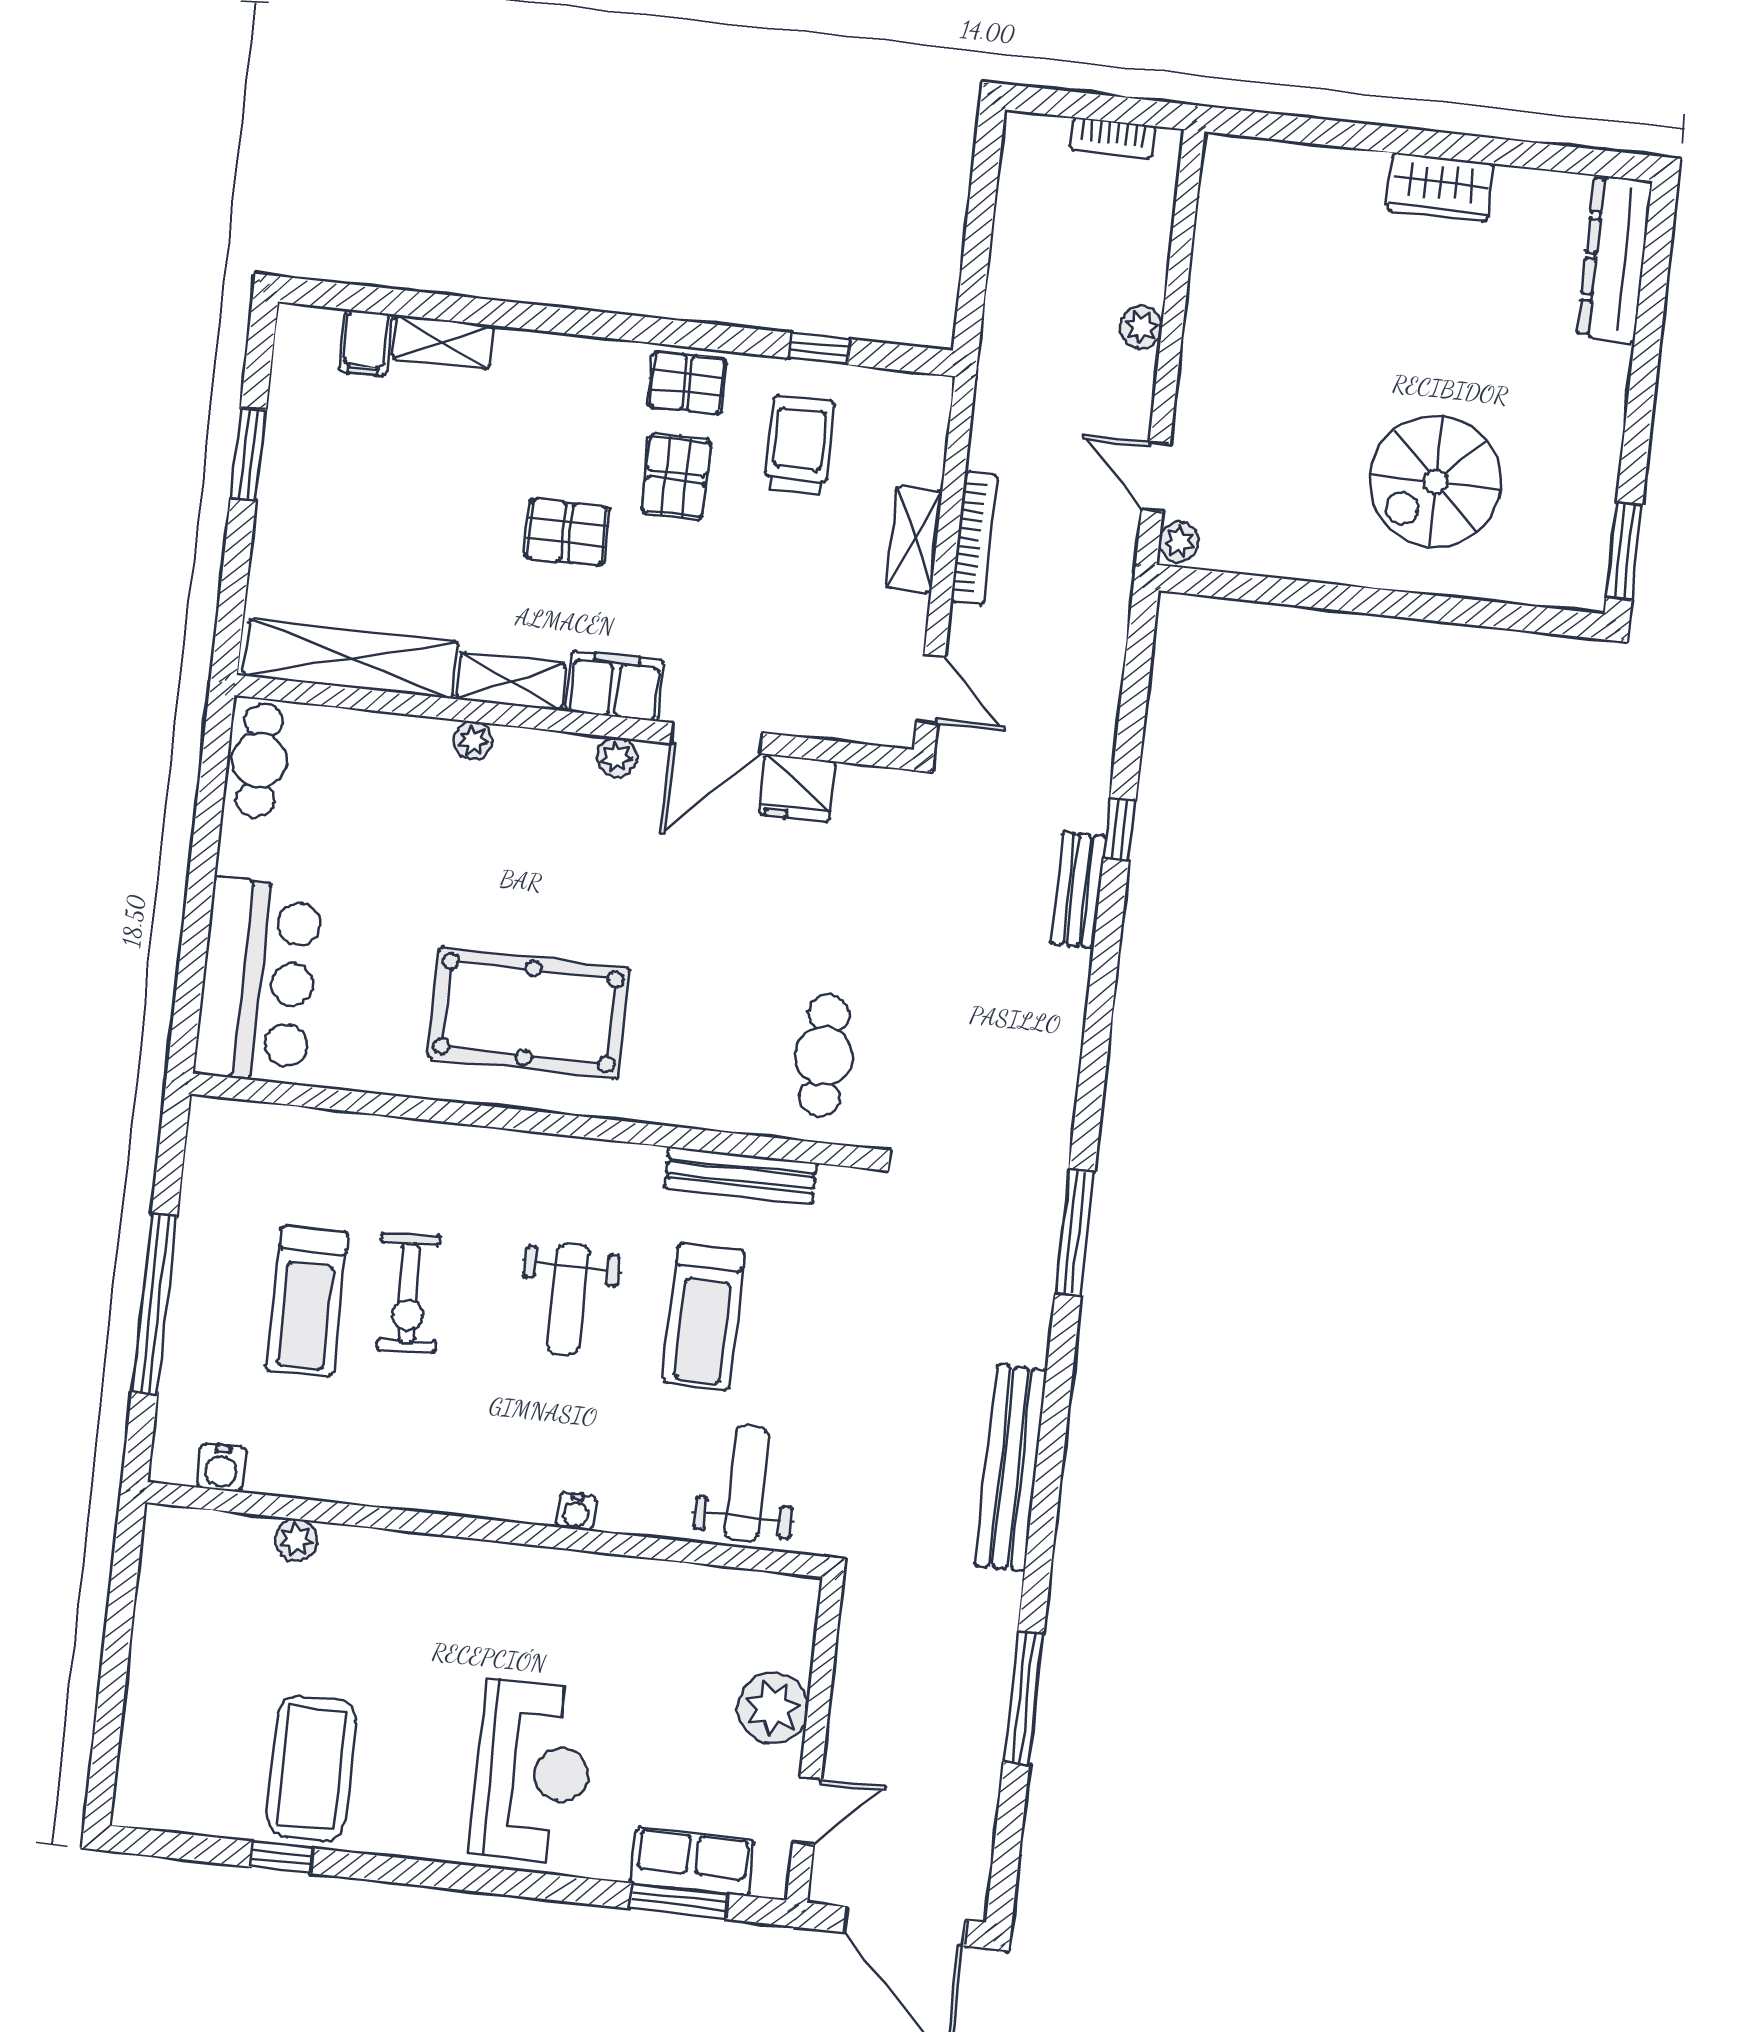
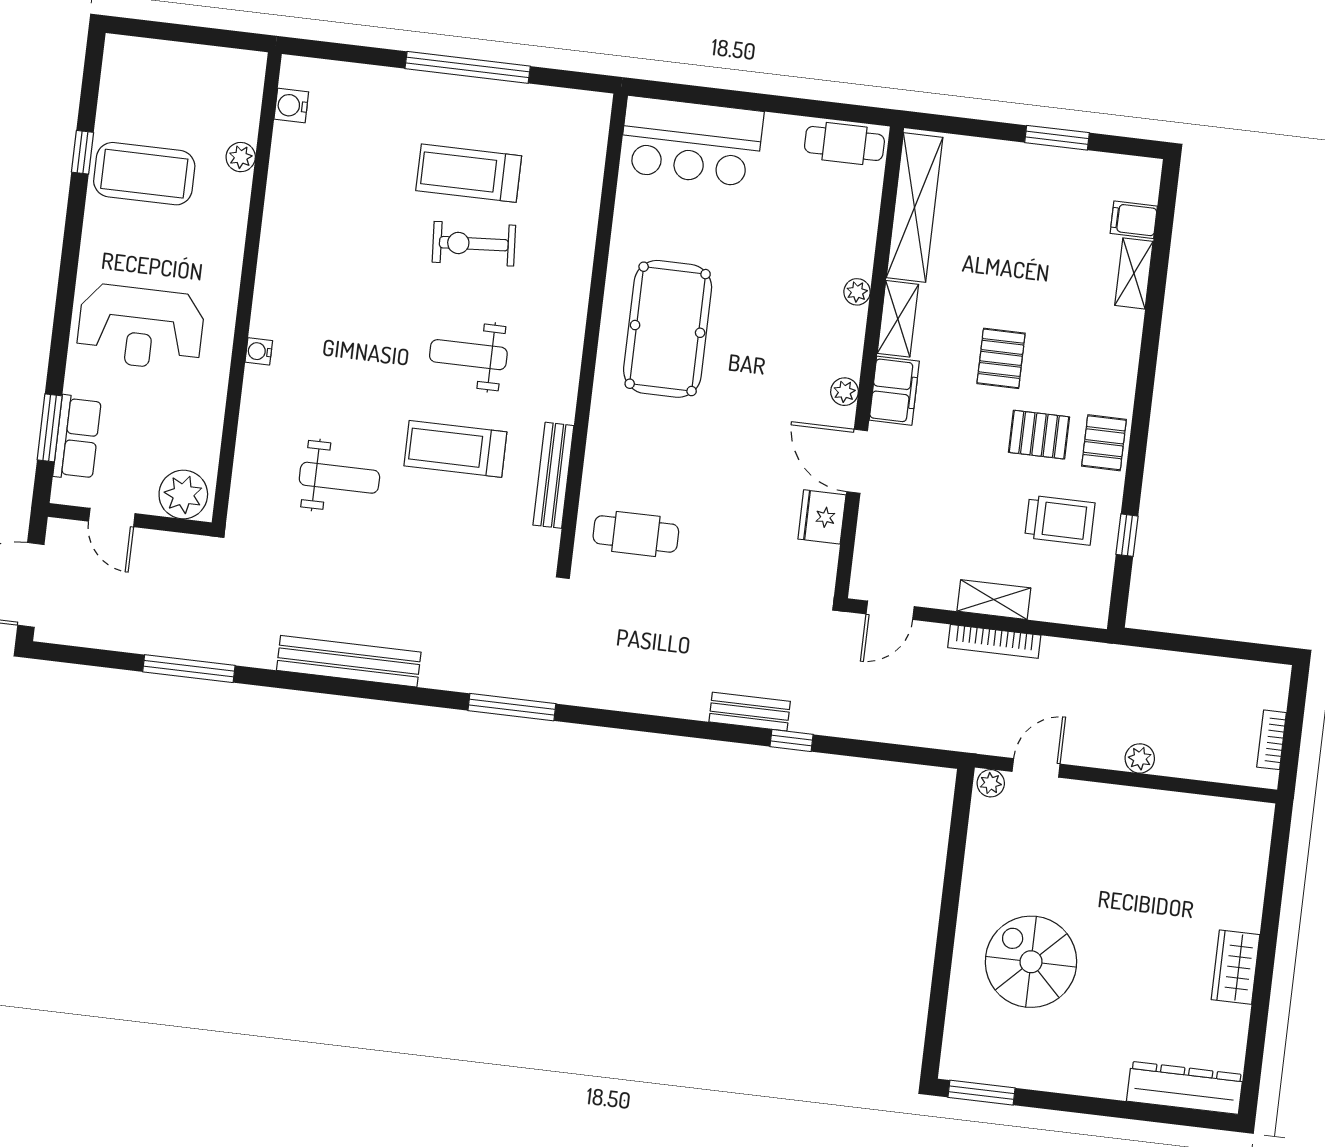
water cooler: (221, 1468) -> (291, 106), moved
water cooler: (576, 1511) -> (259, 351), moved
wall: (485, 1529) -> (247, 288), moved
plant: (296, 1540) -> (241, 157), moved

